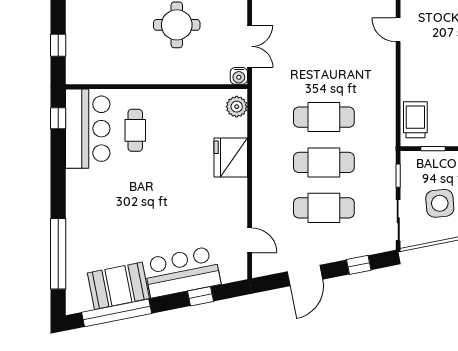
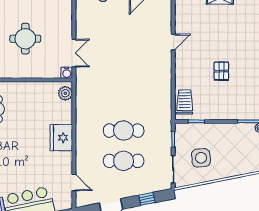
door: (398, 30) -> (173, 42), swing flipped
cafe table: (324, 117) -> (124, 100), removed
fridge: (231, 157) -> (61, 138), moved

